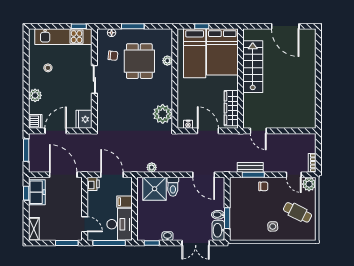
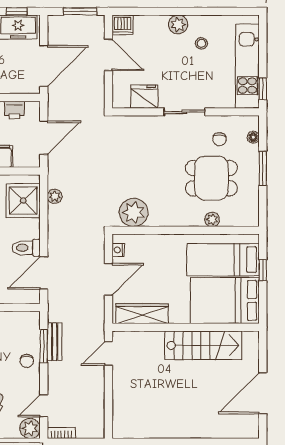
plant: (35, 95) -> (178, 24), moved
fridge: (84, 119) -> (144, 97), moved
printer: (93, 184) -> (14, 110), moved
toilet: (173, 187) -> (26, 248), moved

